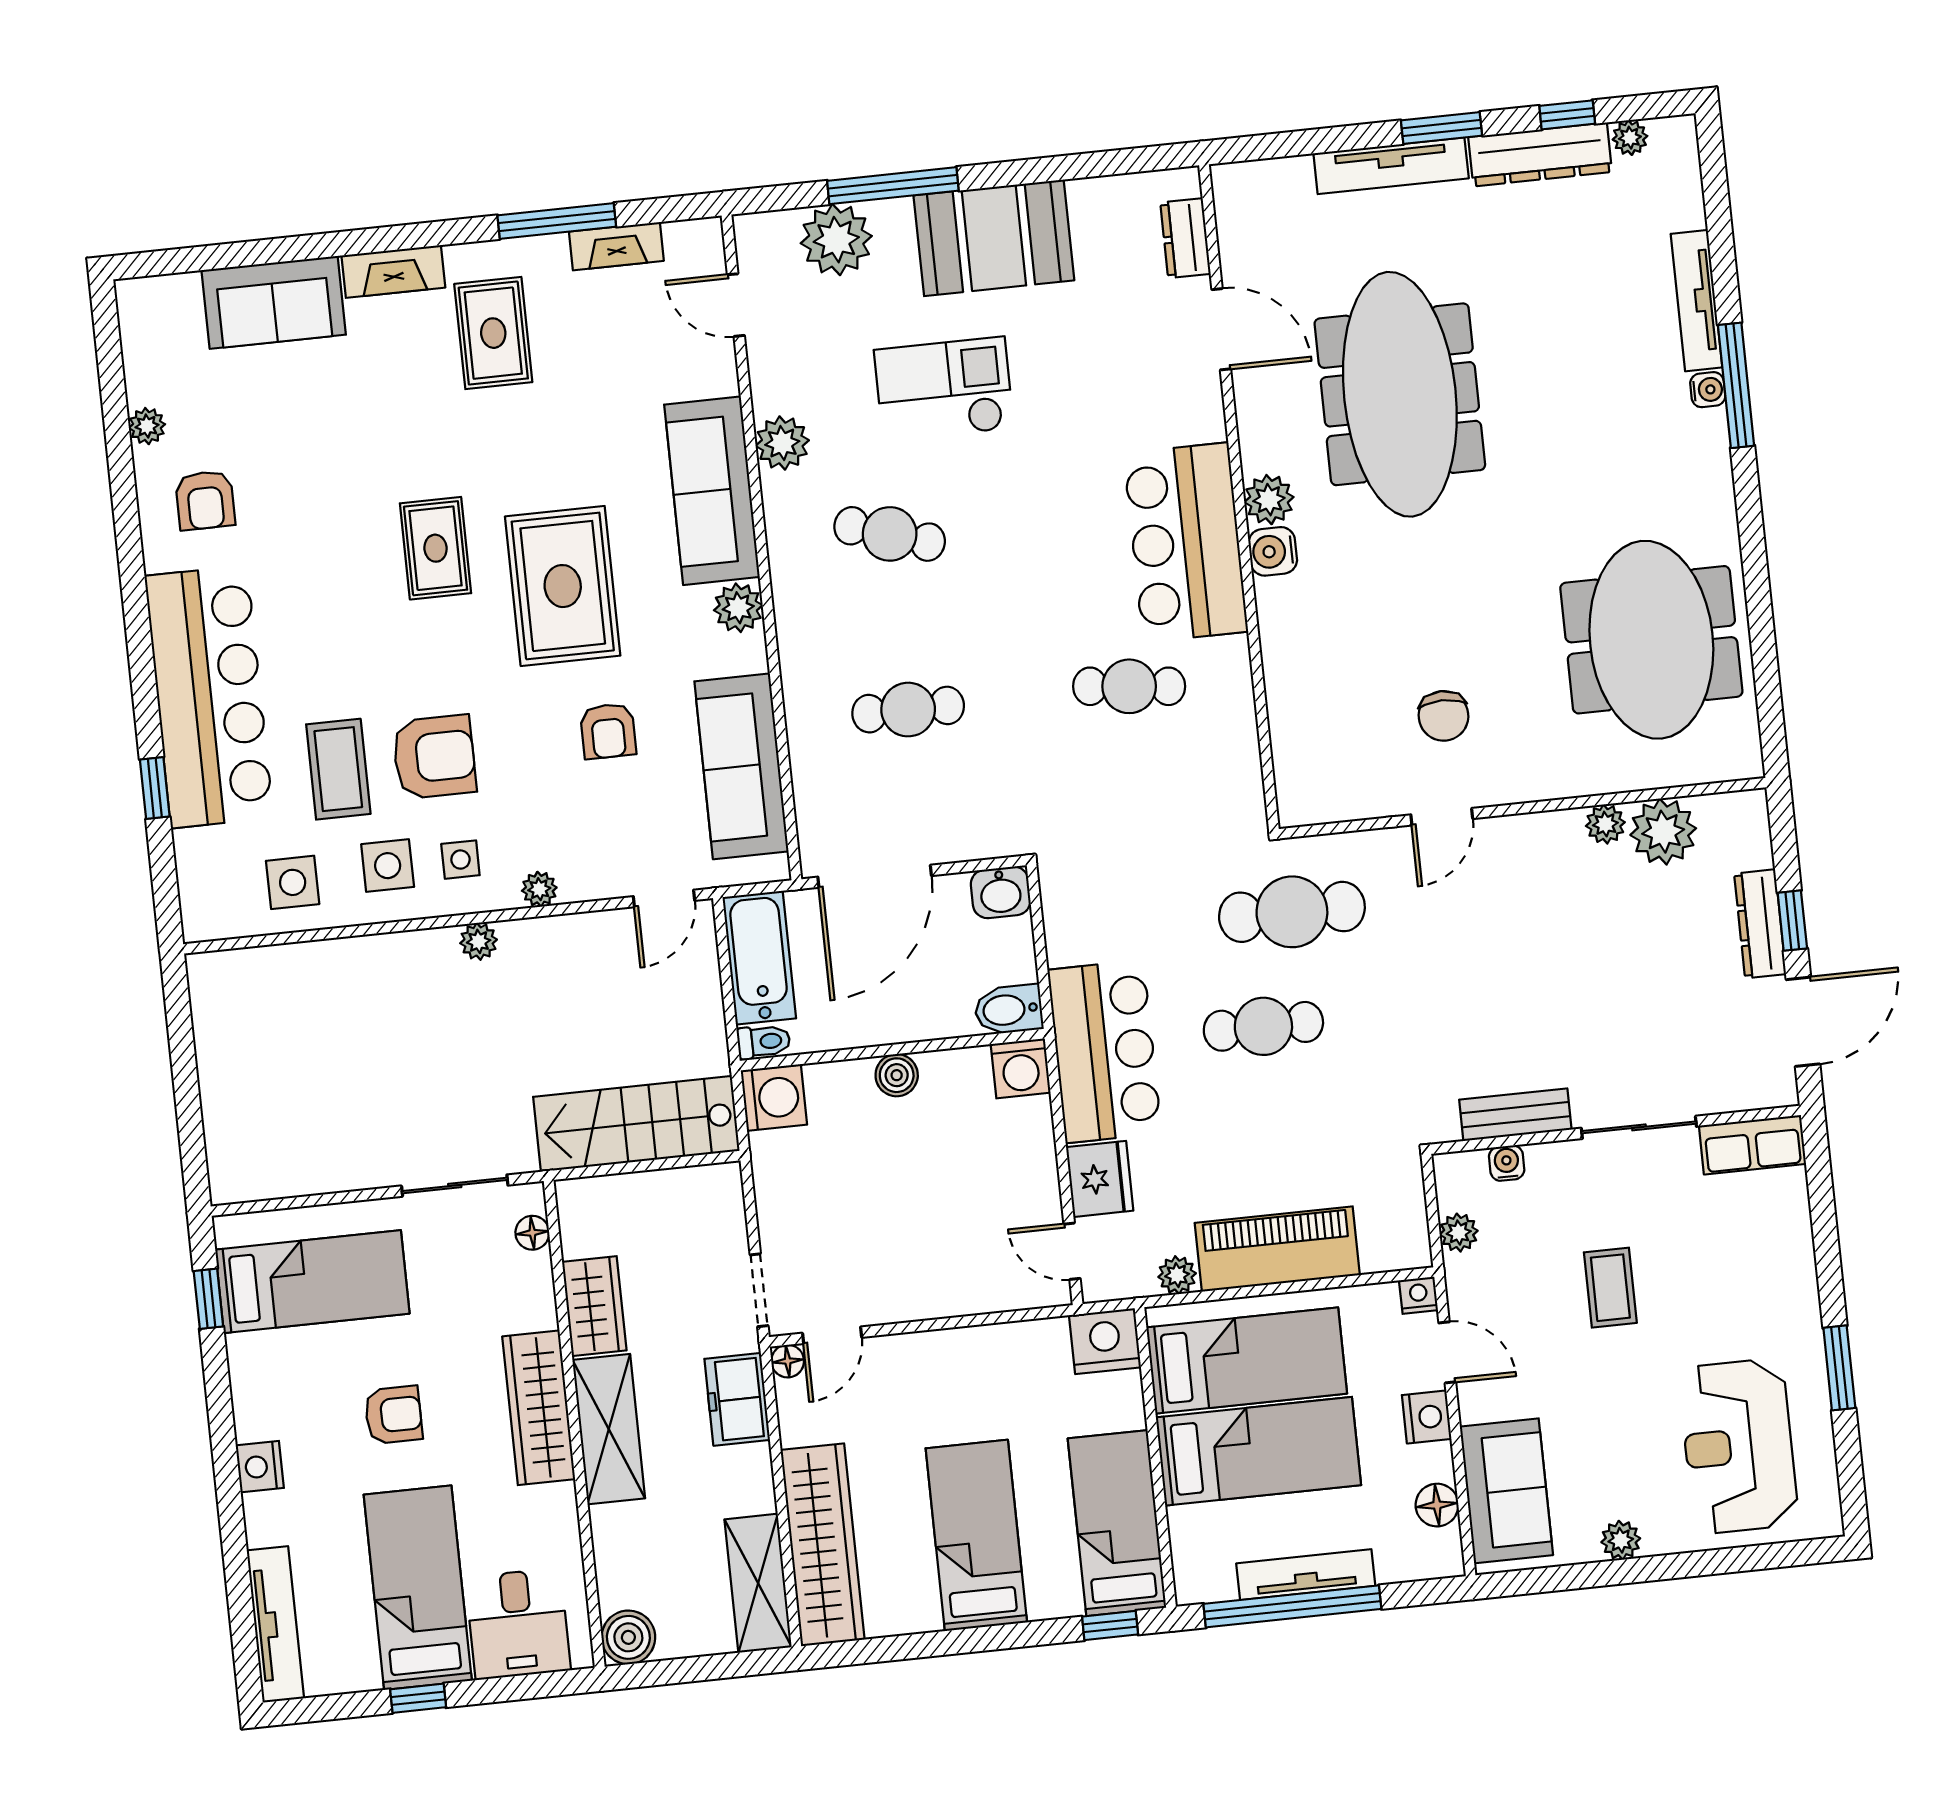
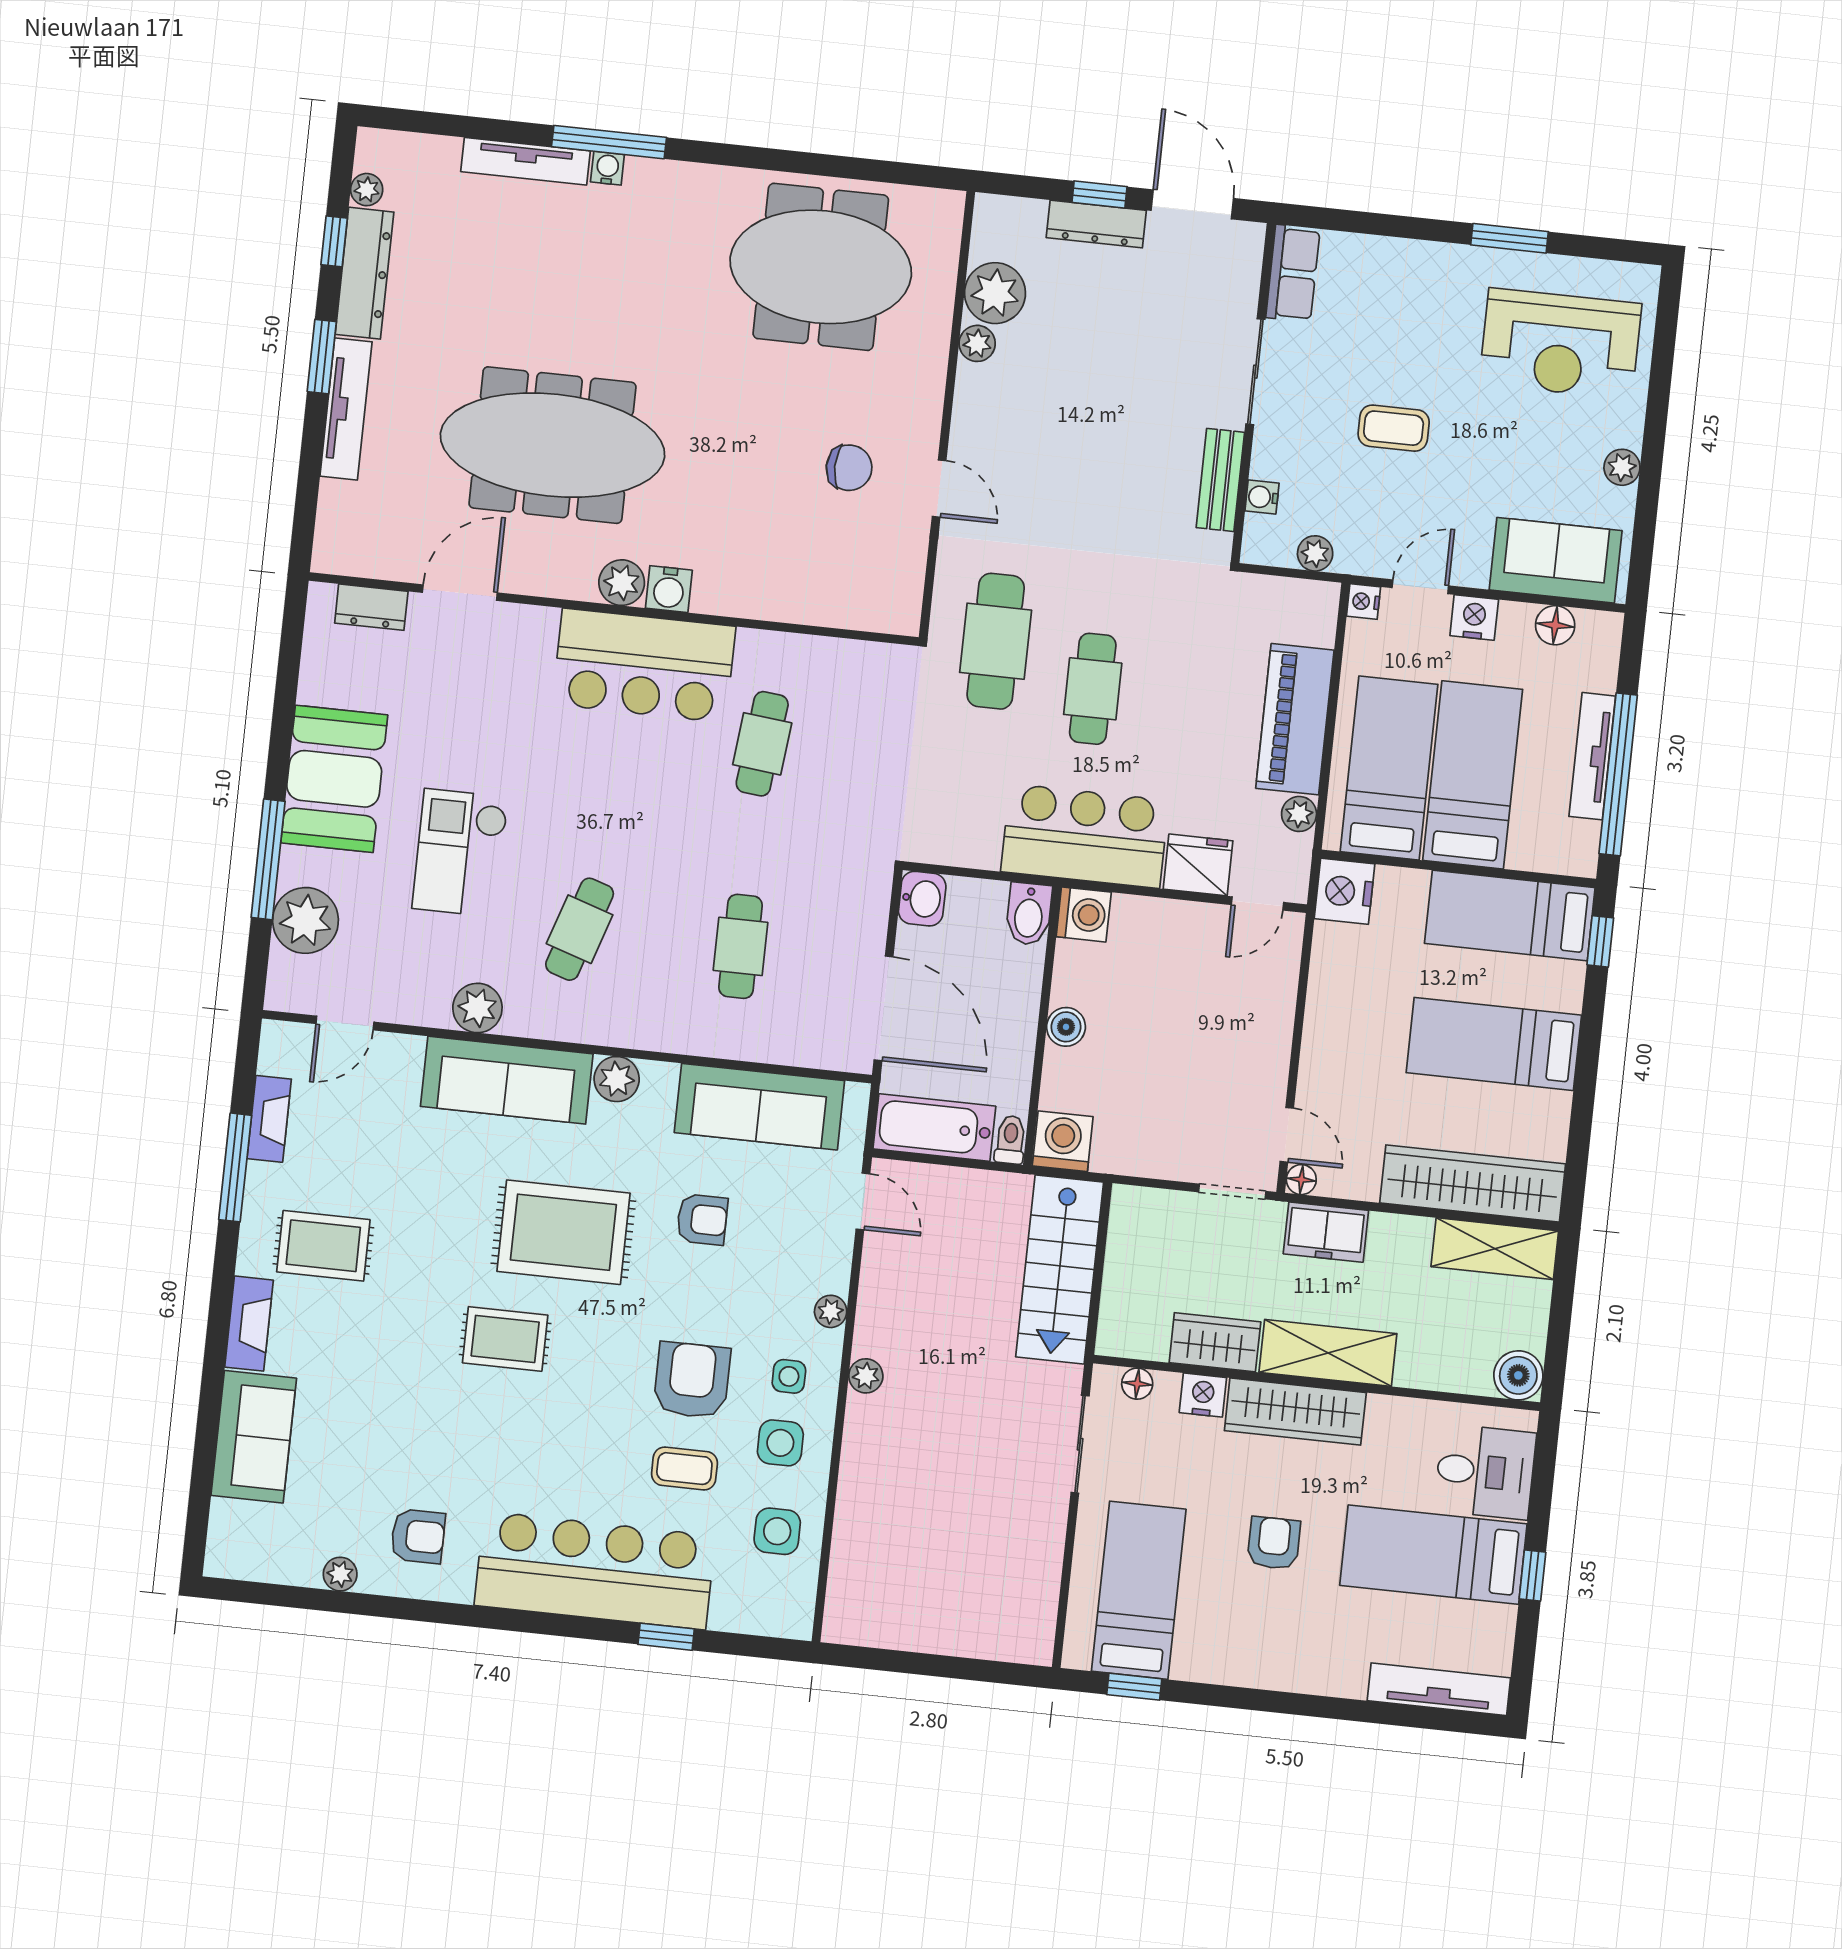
coffee table: (338, 769) -> (684, 1469), width x0.73, depth x0.77
nightstand: (260, 1467) -> (1203, 1395), moved, turned 180

